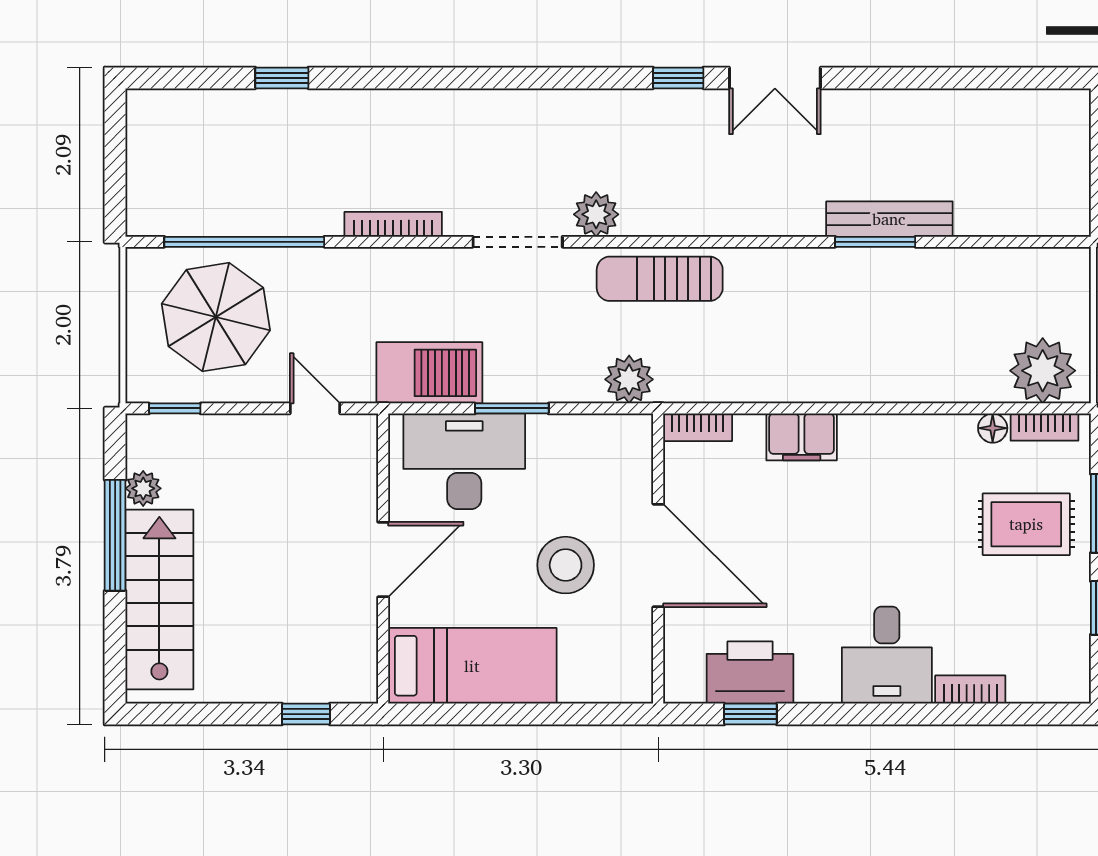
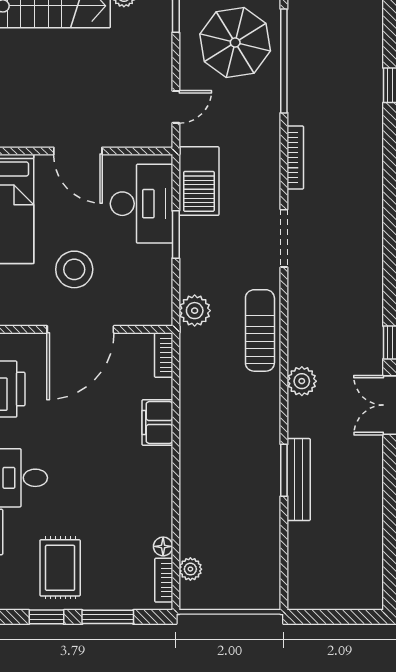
plant: (596, 214) -> (302, 381), moved
plant: (1043, 371) -> (190, 569), width x0.53, depth x0.53
rug: (1026, 524) -> (60, 568), moved

